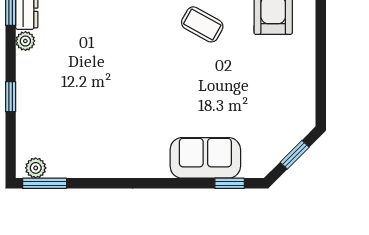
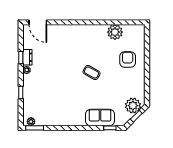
coffee table: (202, 24) -> (92, 73), moved
plant: (286, 129) -> (133, 106), added

